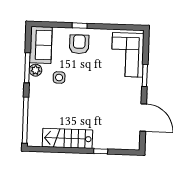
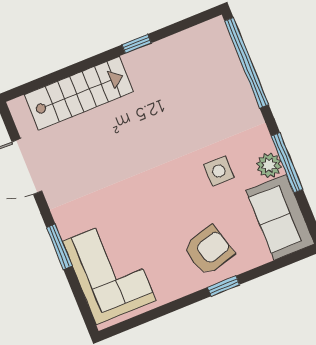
armchair: (79, 44) -> (209, 251), turned -106
stairs: (67, 138) -> (79, 93), moved
window: (101, 151) -> (137, 44), moved

